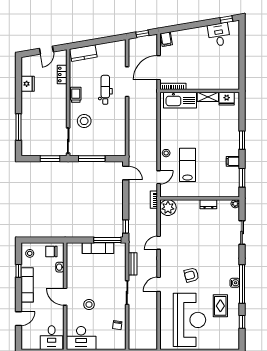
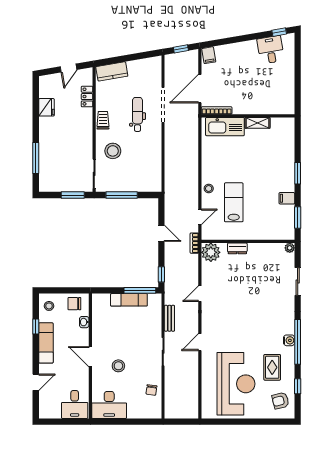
fridge: (227, 99) -> (280, 125), removed
door: (126, 173) -> (161, 233), moved
dresser: (208, 204) -> (237, 248), moved
armchair: (191, 275) -> (280, 401), moved

